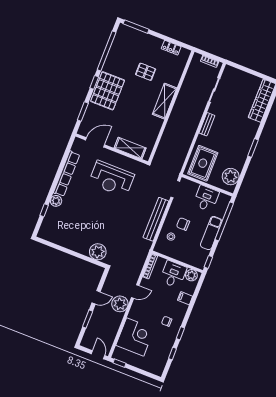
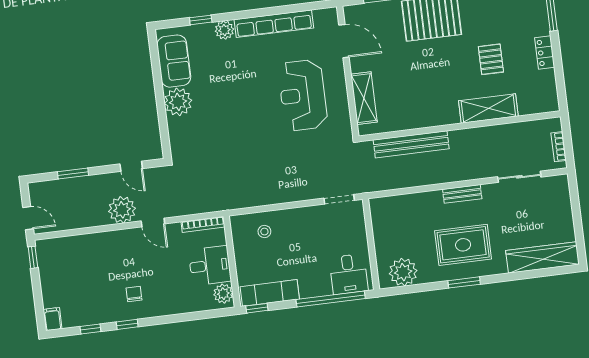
locker: (171, 48) -> (545, 52), moved
shelving: (165, 101) -> (488, 108), moved
rug: (203, 163) -> (463, 245), moved
desk: (206, 198) -> (349, 274), moved, turned 90
bench: (156, 219) -> (411, 144), moved
chair: (183, 224) -> (293, 239), removed
exam couch: (211, 233) -> (270, 293), moved
sofa: (58, 236) -> (174, 61), added
plant: (98, 252) -> (178, 102), moved
door: (96, 297) -> (131, 166), moved
filing cabinet: (185, 298) -> (53, 319), moved
corner desk: (135, 337) -> (85, 259), removed
door: (98, 355) -> (28, 218), hinge flipped

